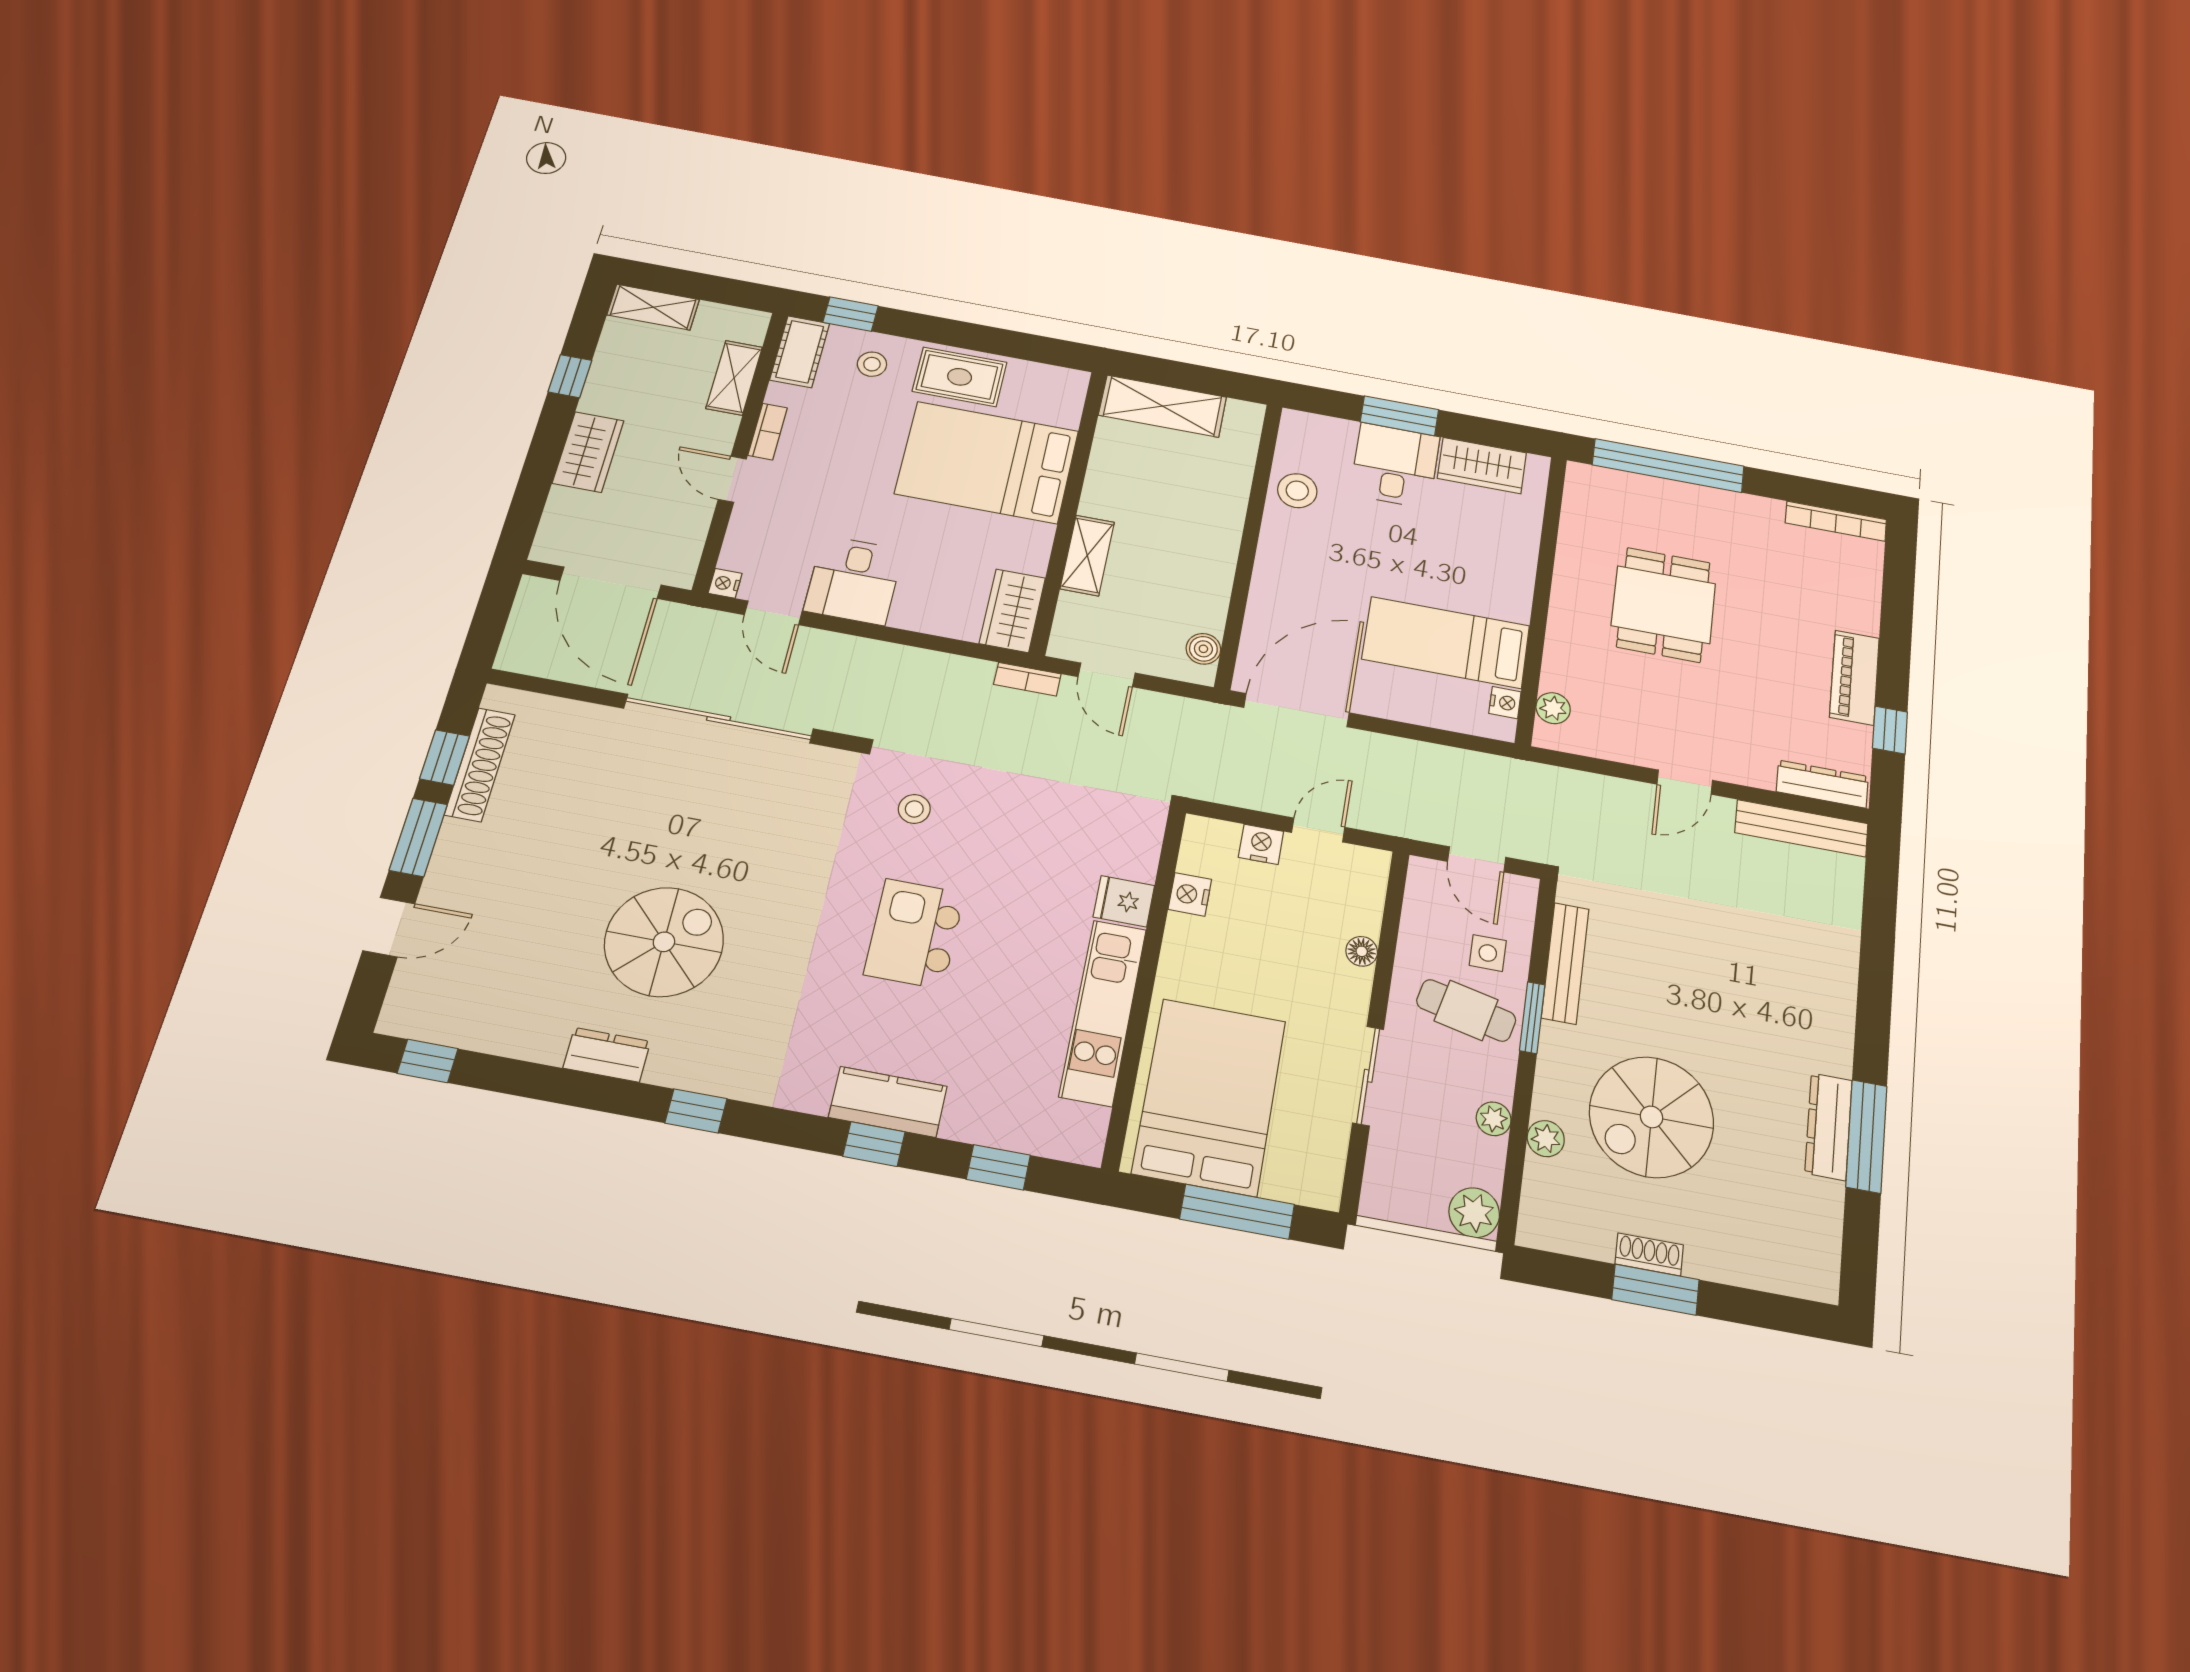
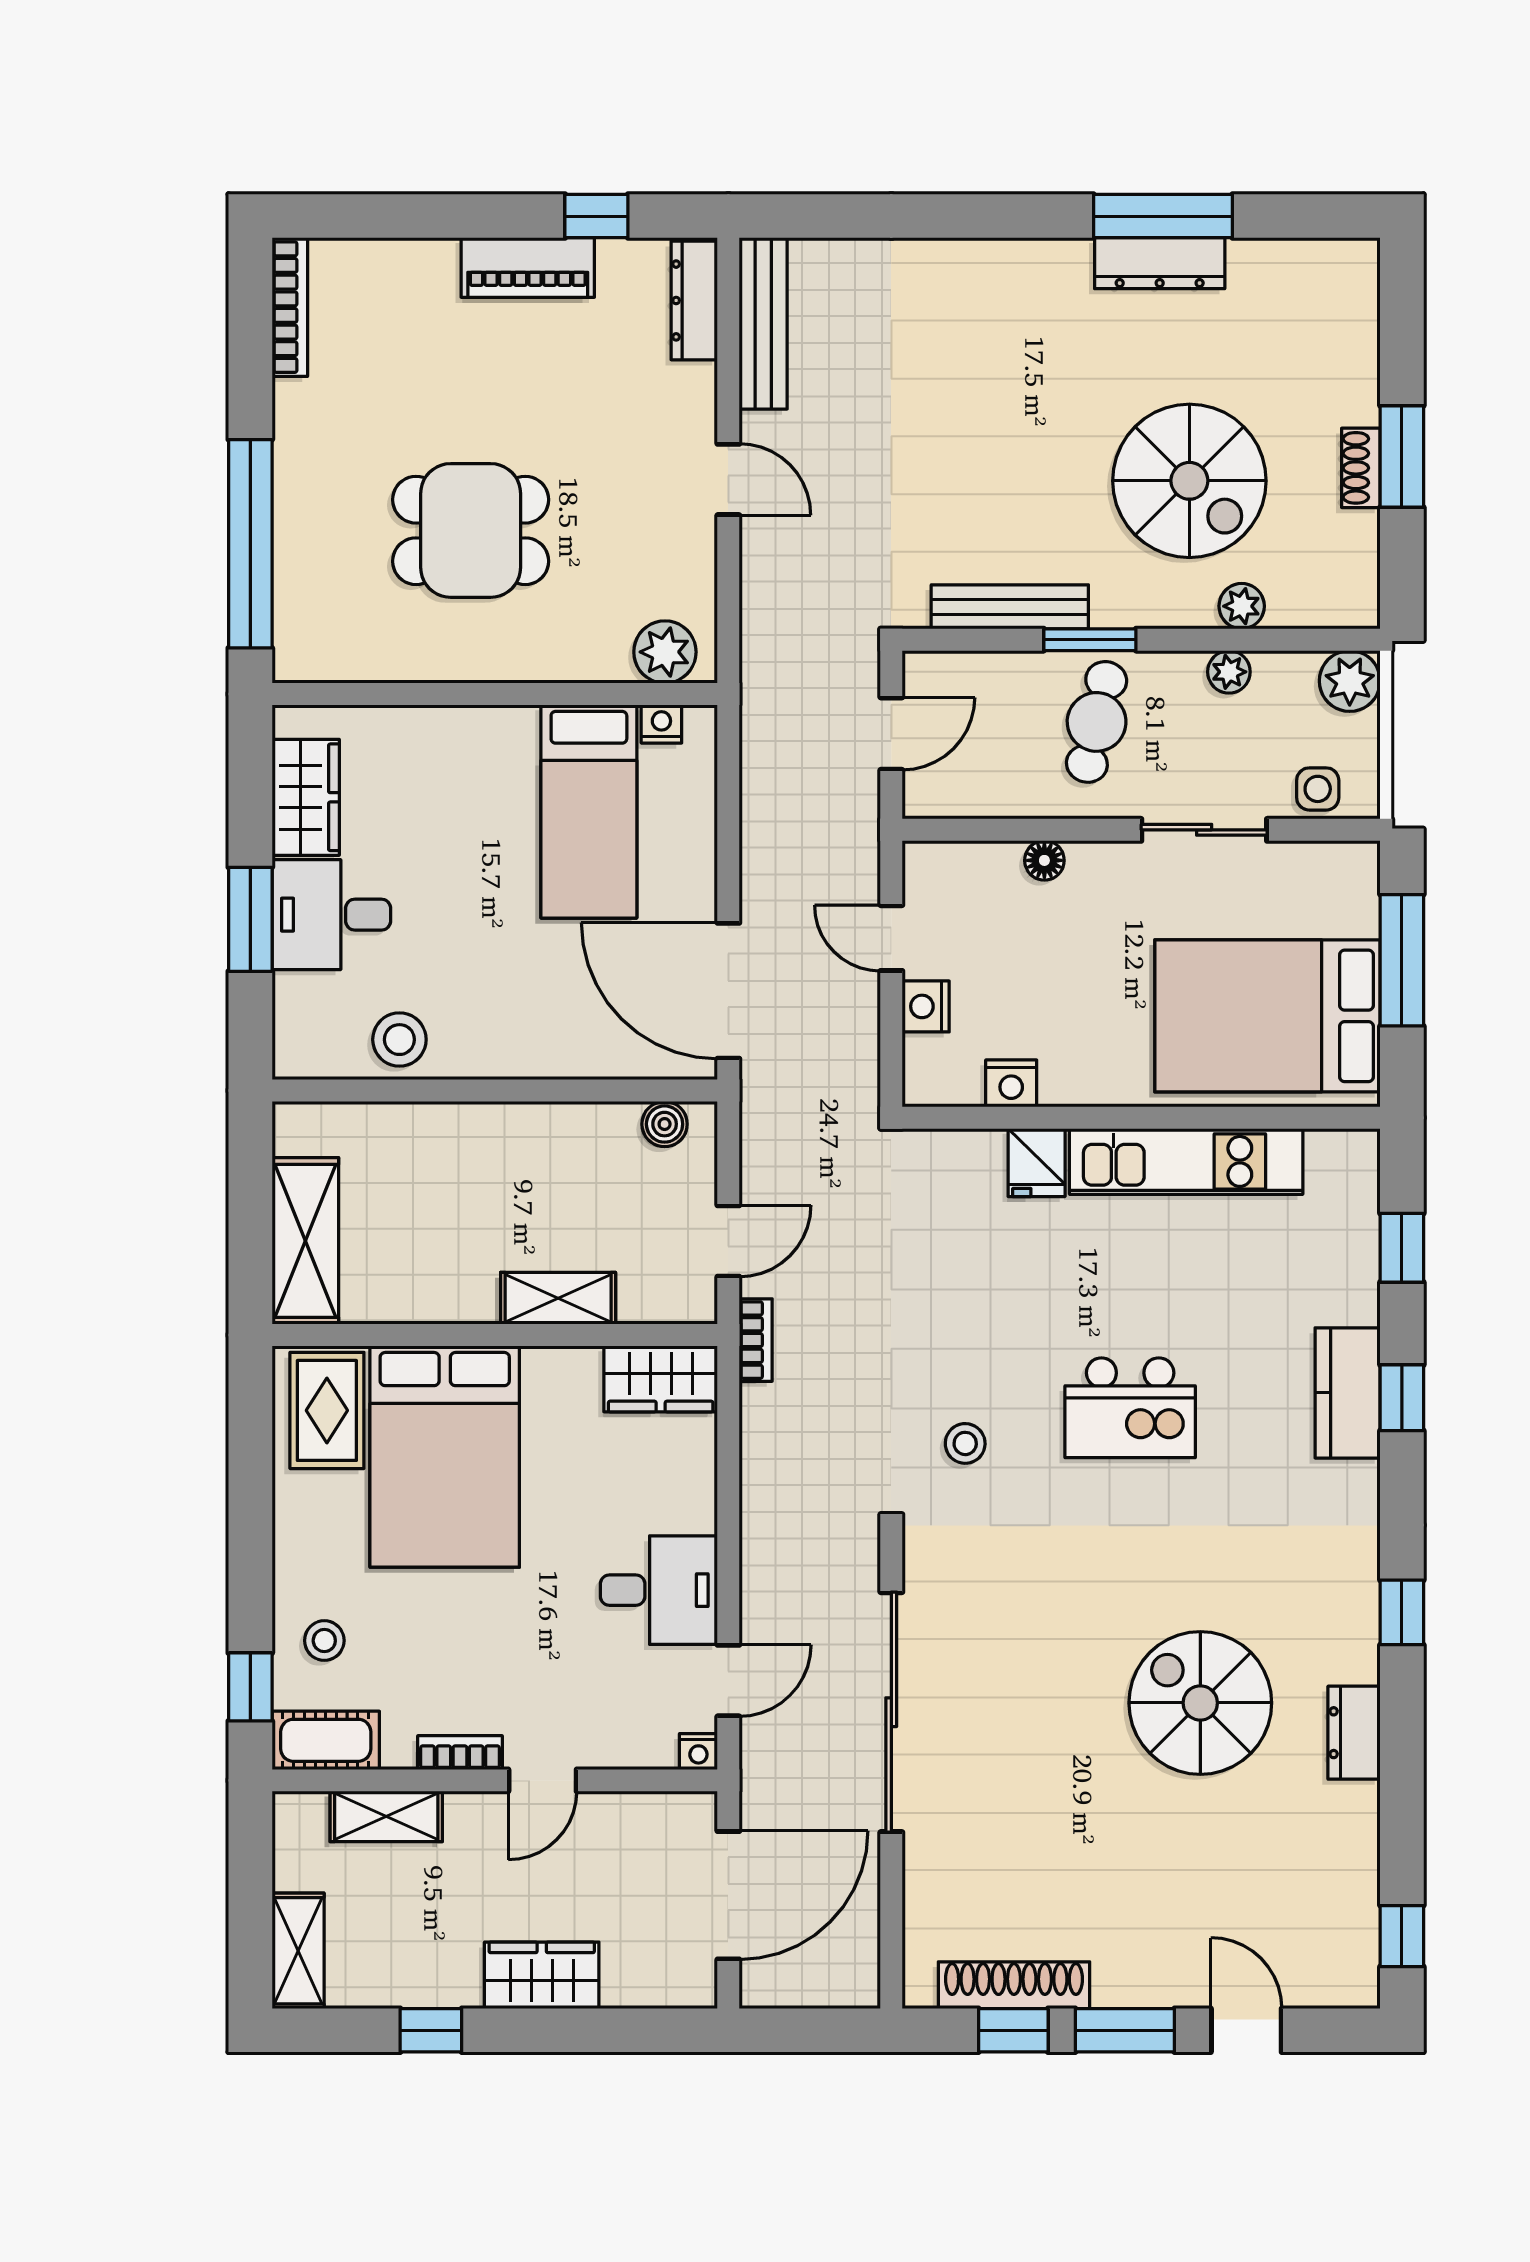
rug: (960, 377) -> (327, 1410), moved
plant: (1553, 708) -> (665, 652), width x1.38, depth x1.38
side table: (1488, 953) -> (1318, 789), moved

